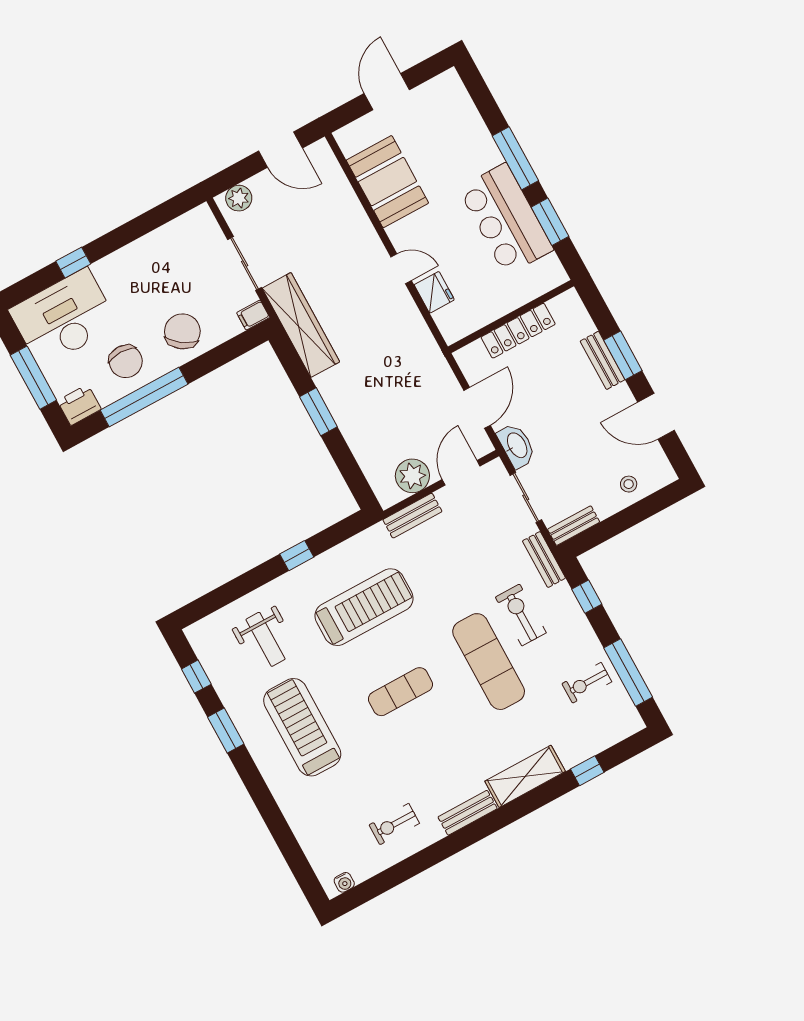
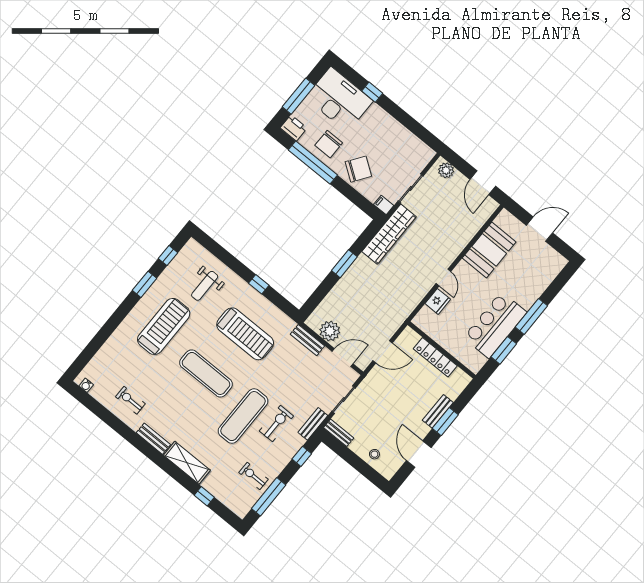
washbasin: (517, 446) -> (370, 383), removed
exercise mat: (400, 692) -> (206, 373), width x1.36, depth x1.45

